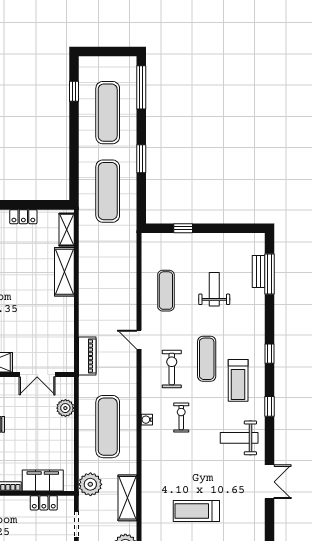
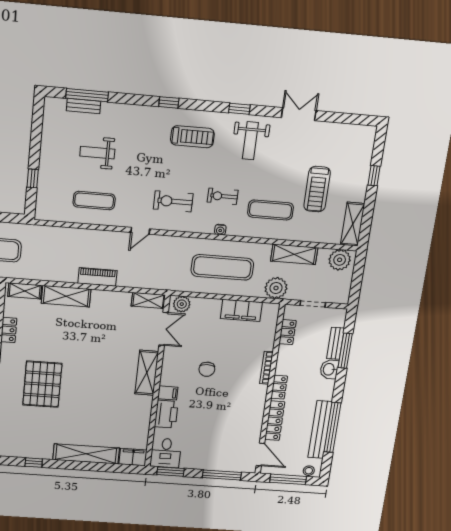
shelving: (67, 355) -> (148, 300), added
piano: (87, 356) -> (97, 277), moved
exercise mat: (207, 359) -> (271, 210), moved
window: (270, 406) -> (239, 109), moved
plant: (65, 408) -> (182, 304), moved
filing cabinet: (43, 480) -> (241, 310), moved, turned -90

